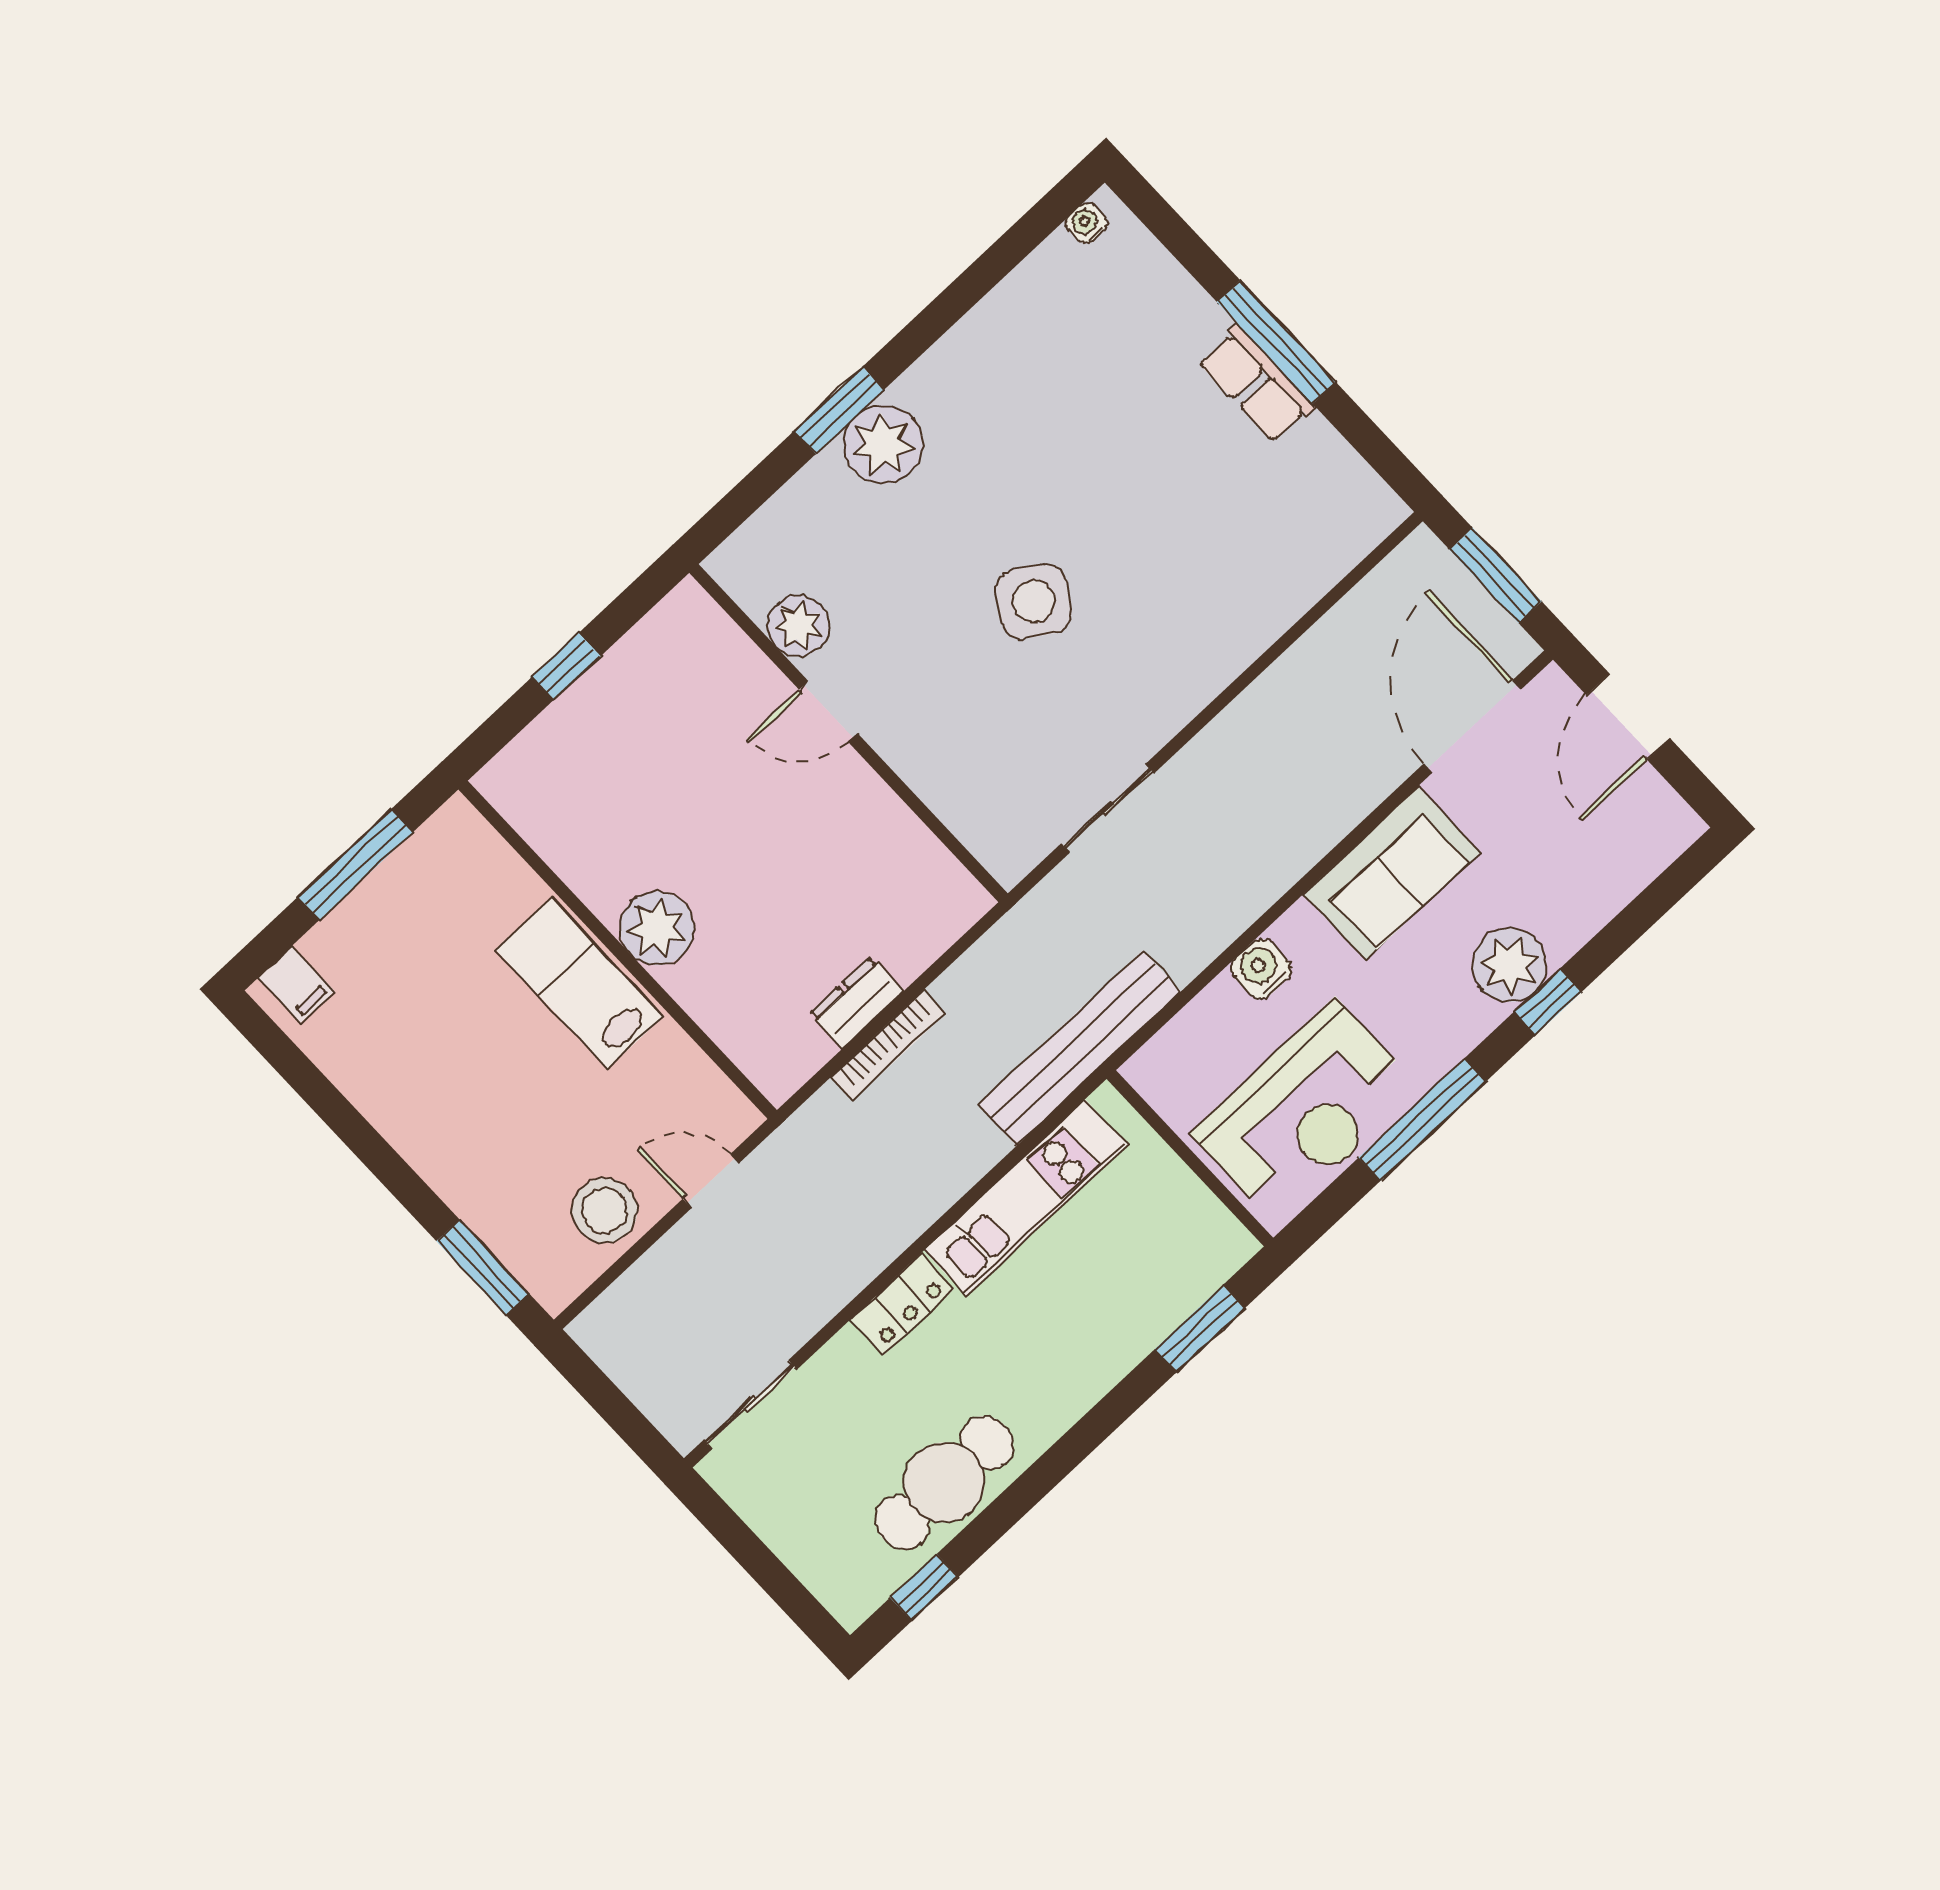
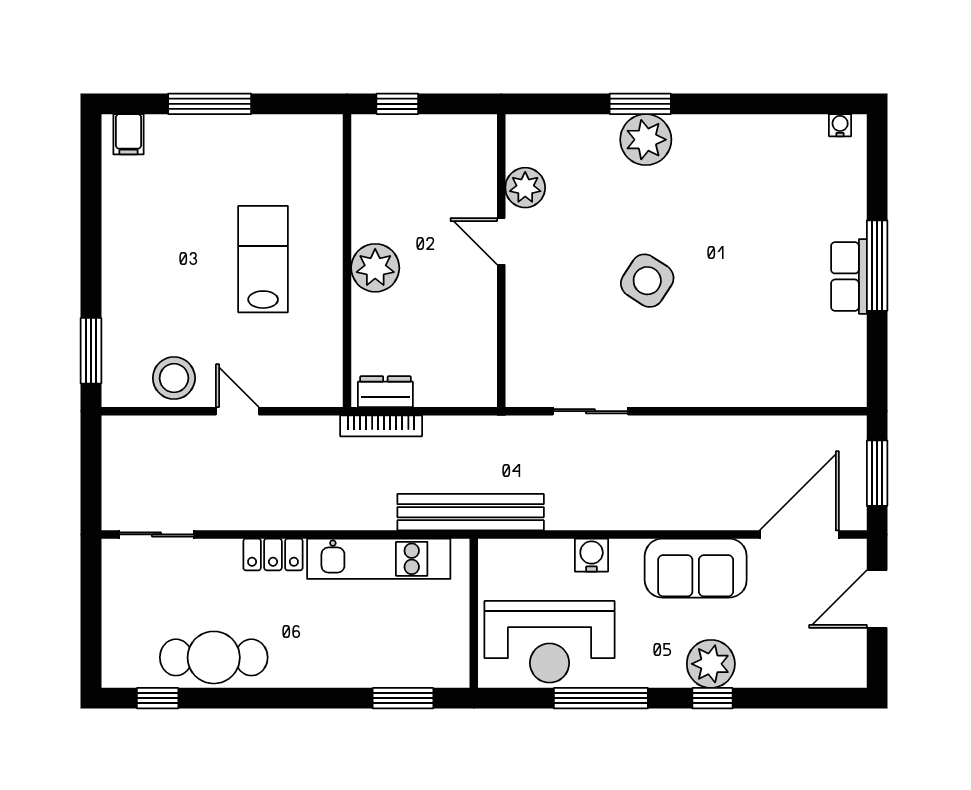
plant: (657, 928) -> (375, 268), moved
wall: (618, 950) -> (347, 261), moved

